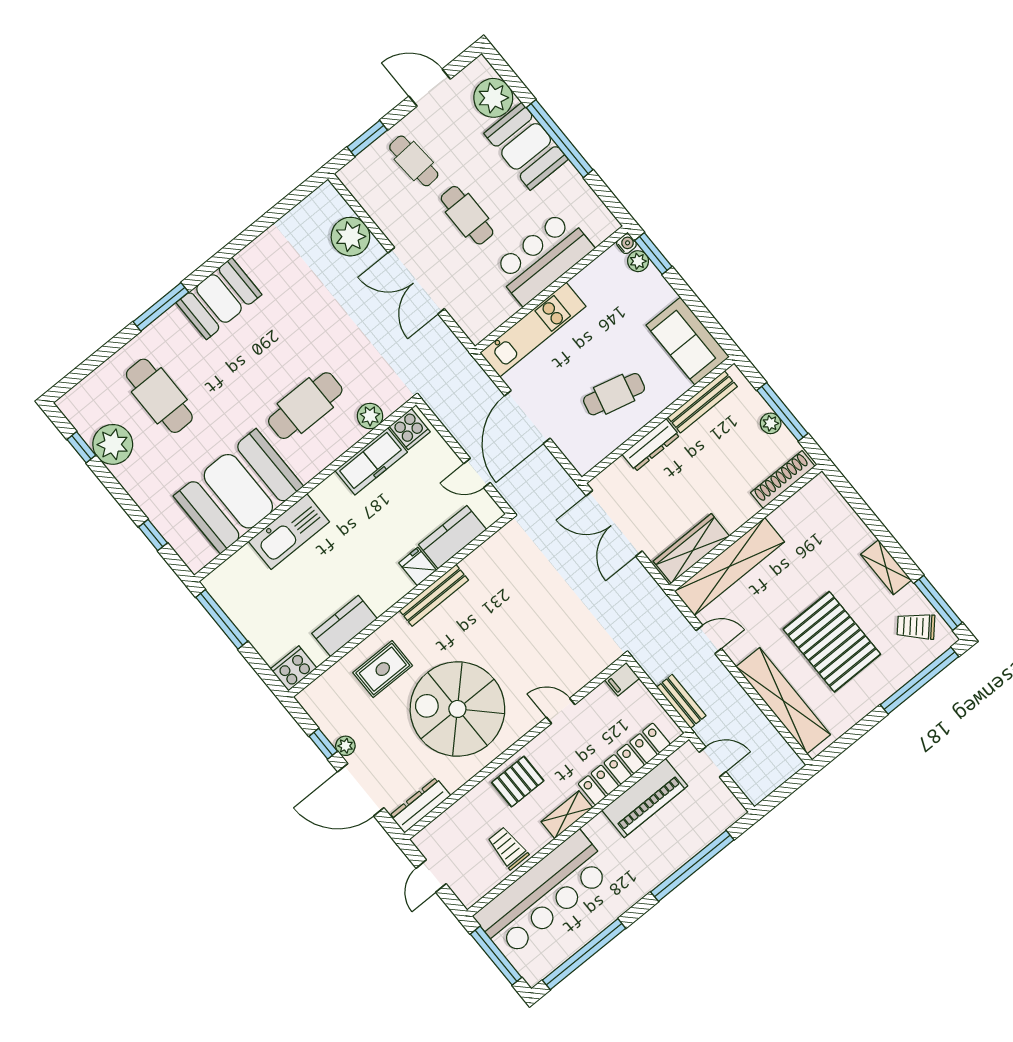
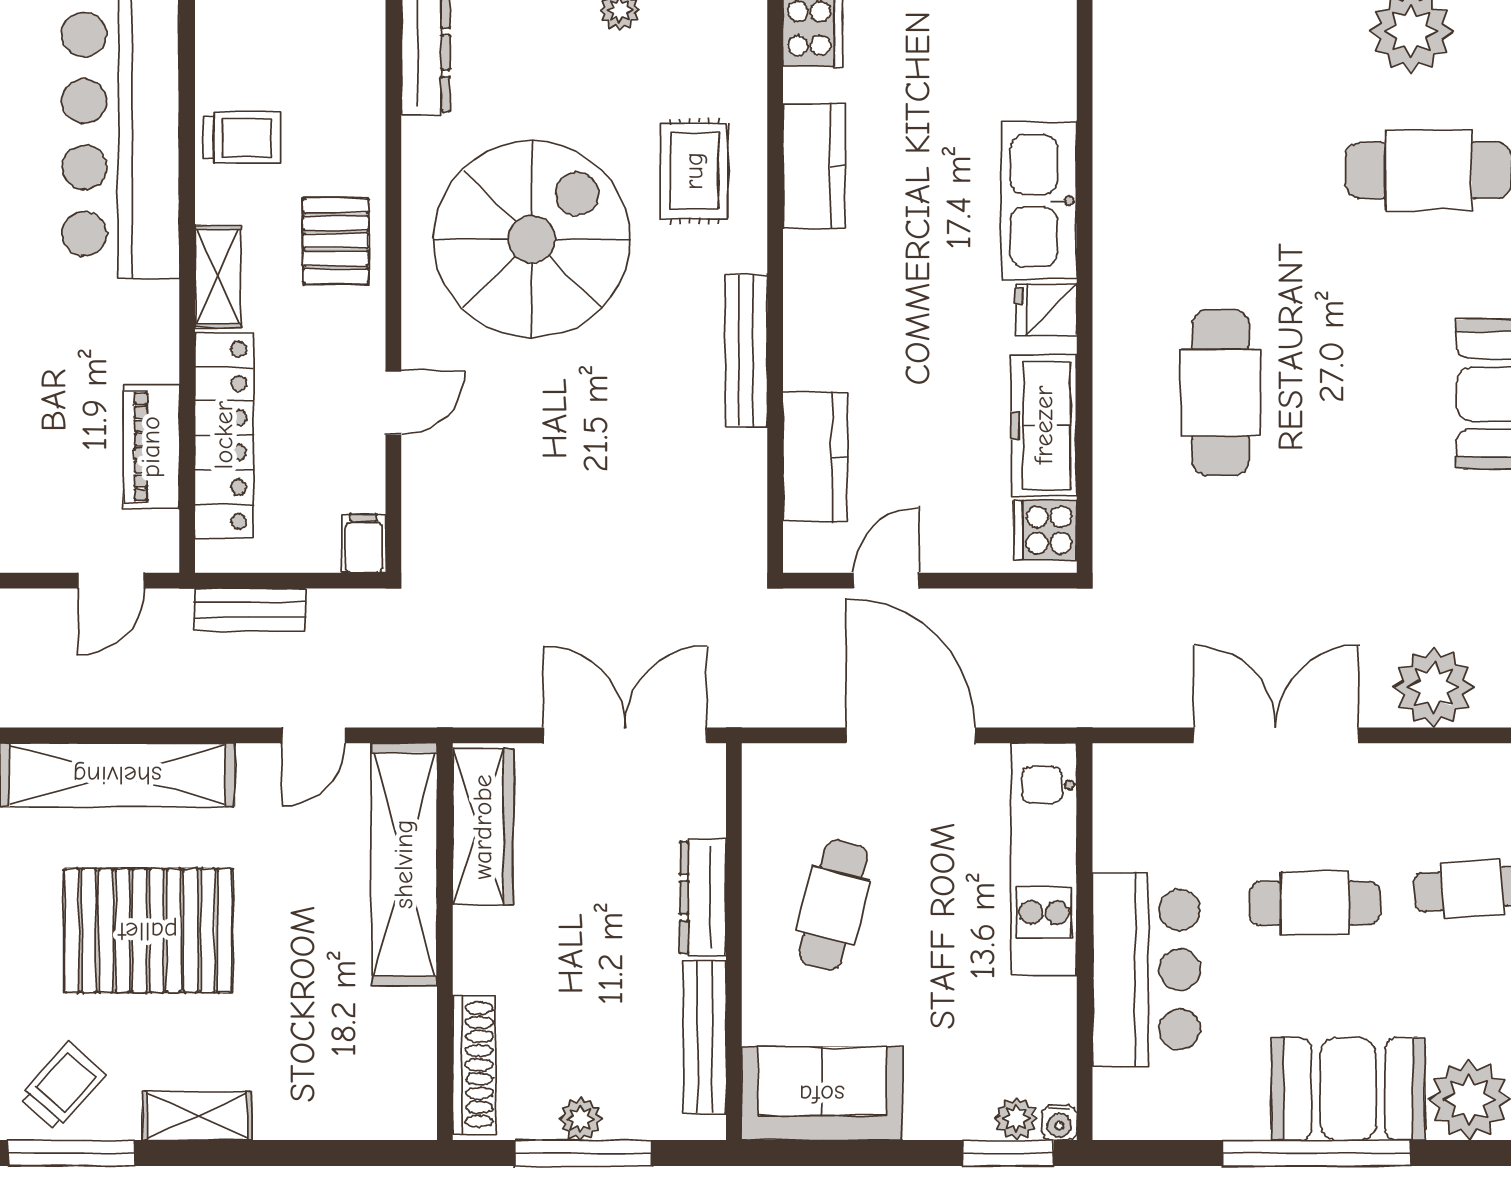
plant: (370, 416) -> (1119, 483), removed
booth: (238, 491) -> (1171, 172), removed
fridge: (418, 567) -> (1046, 309), moved, turned 180
piano: (645, 798) -> (151, 447), width x0.73, depth x0.75

